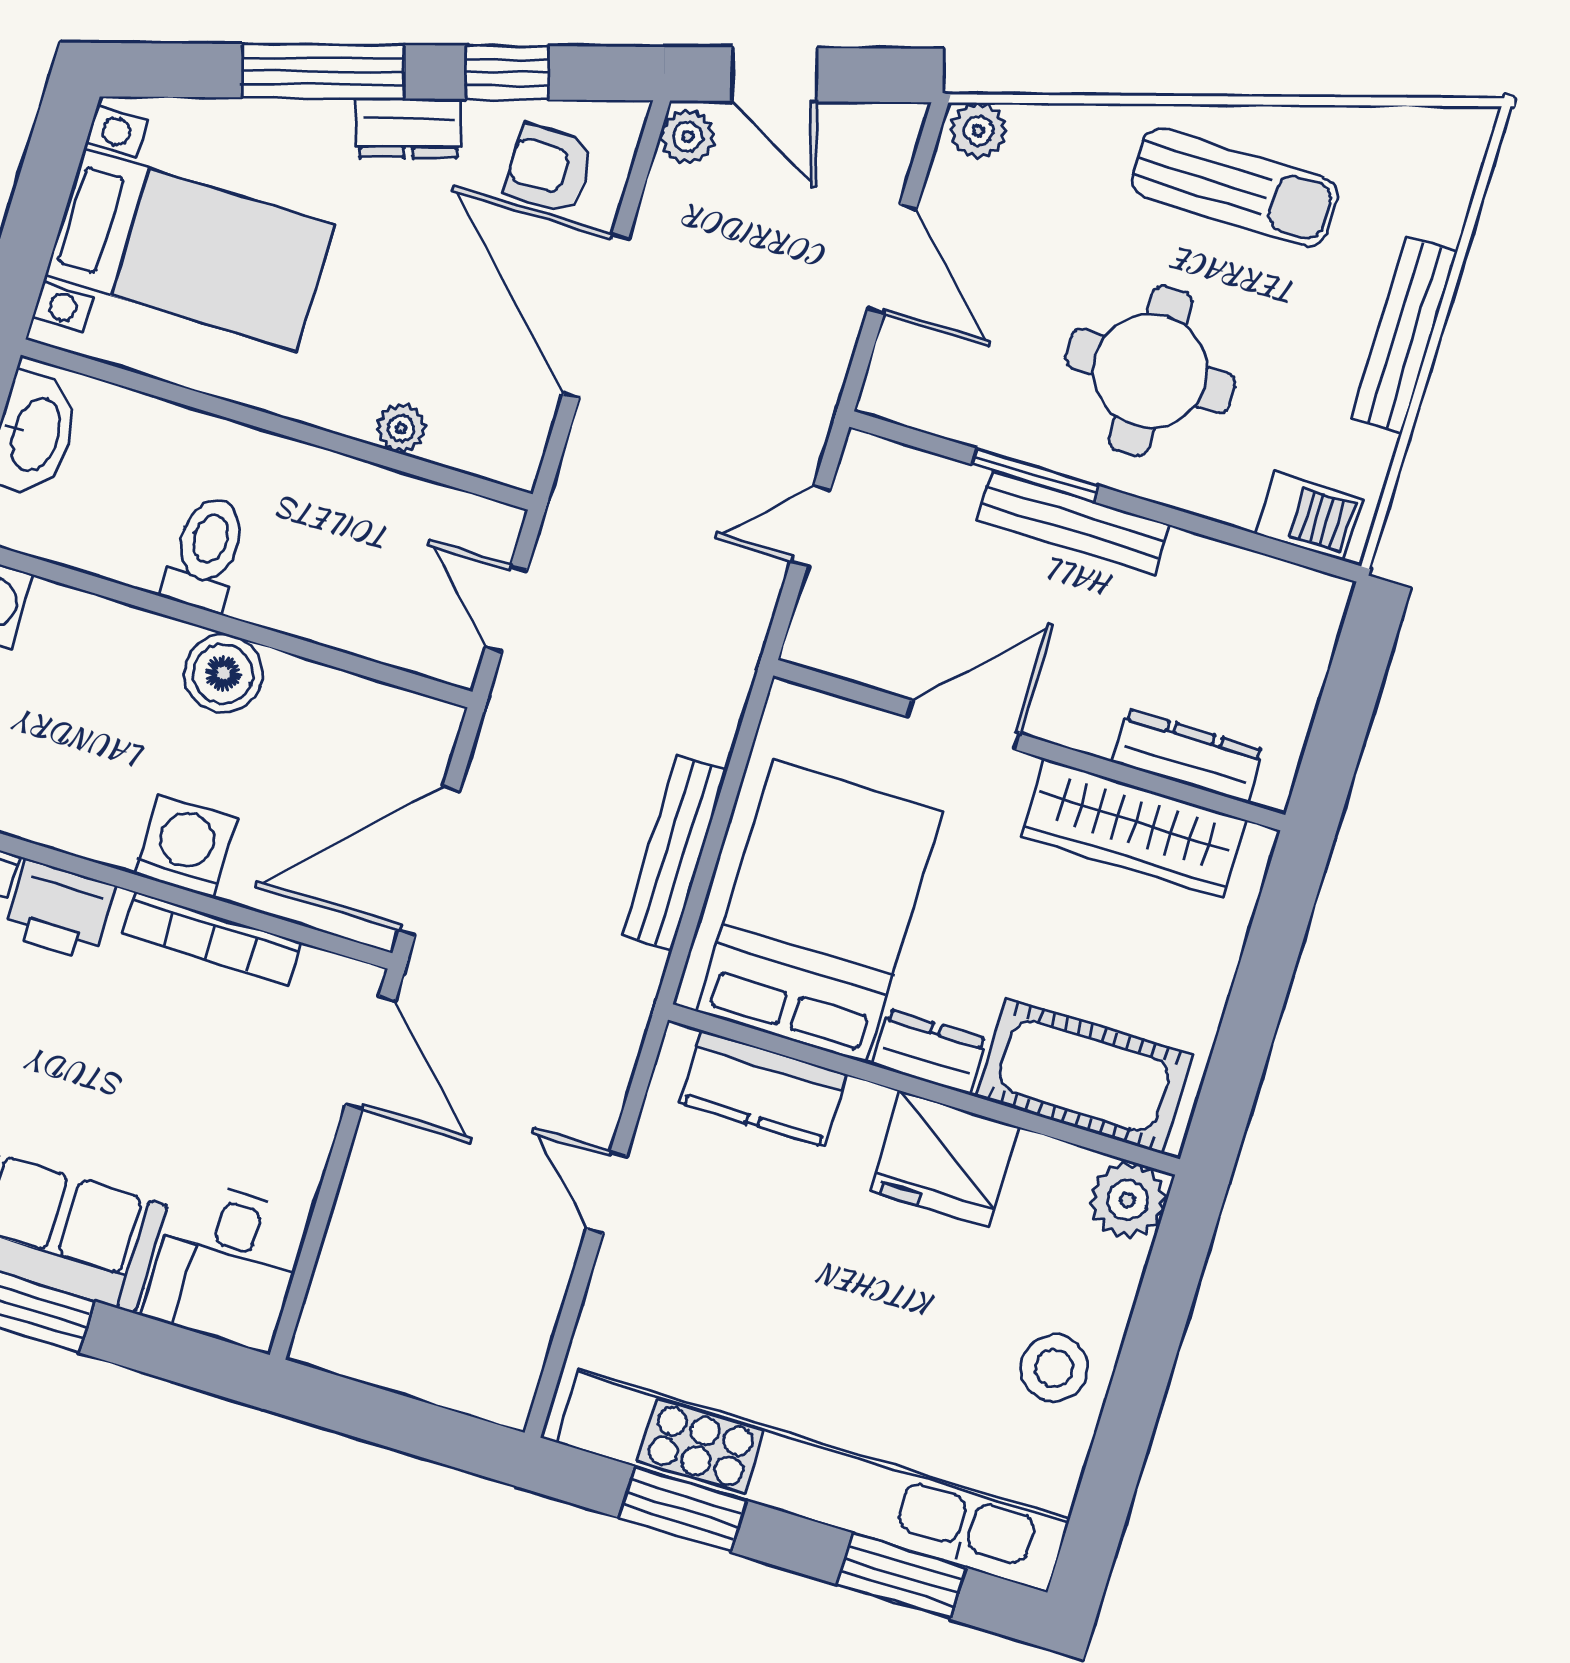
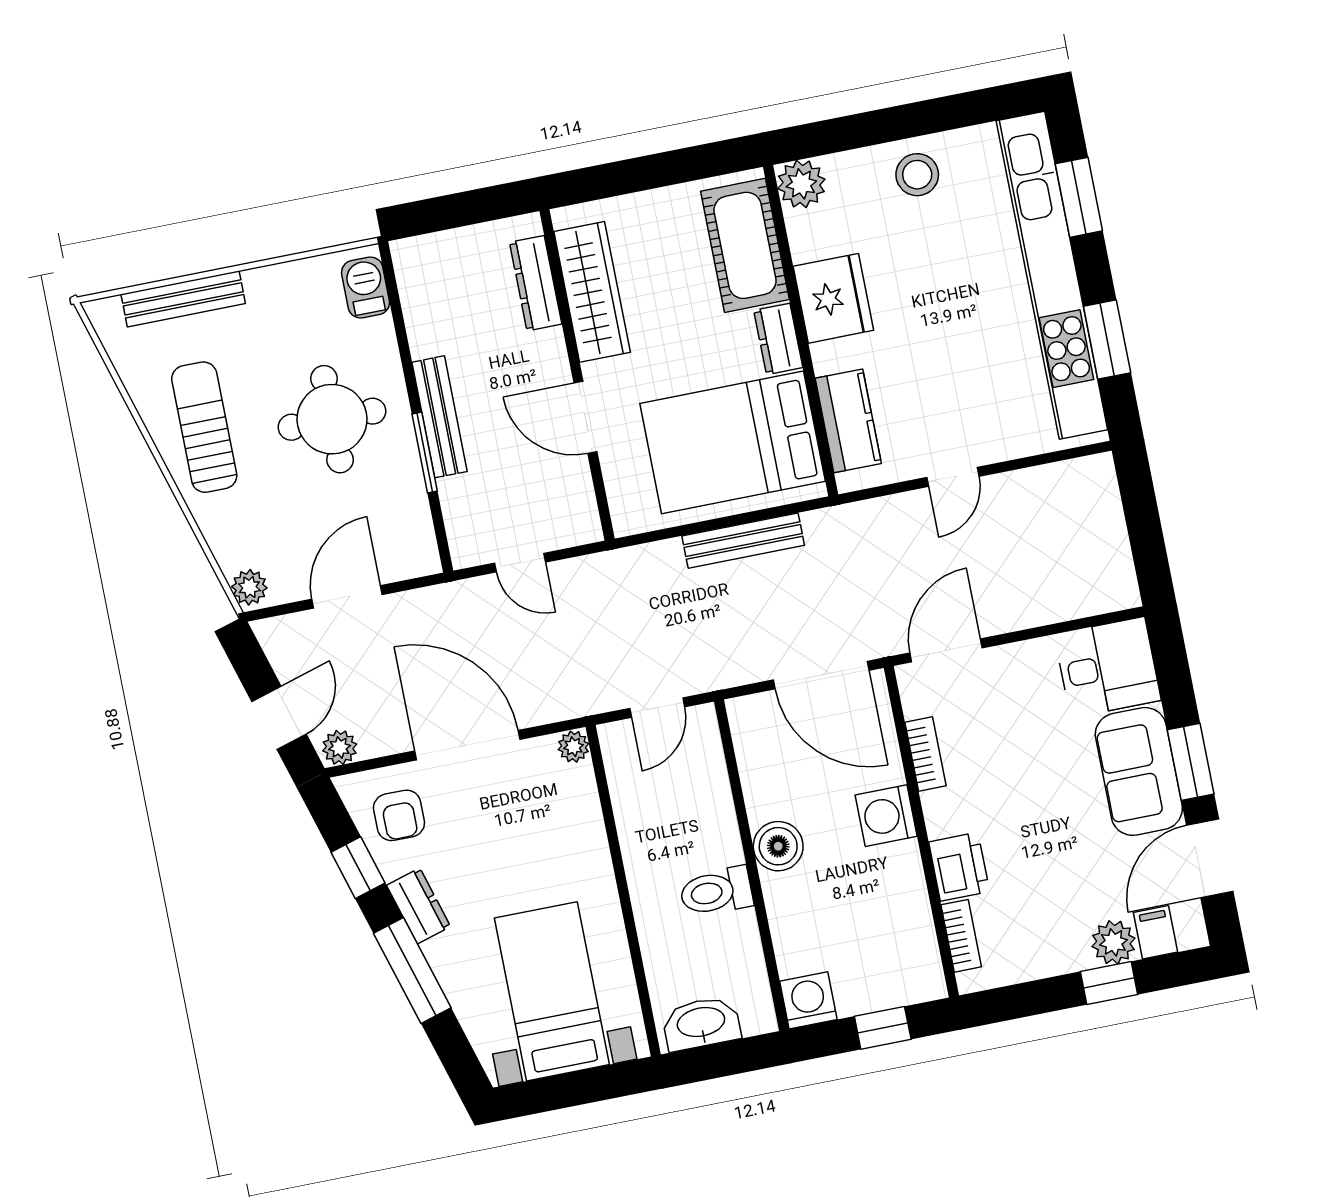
door: (596, 316) -> (467, 745), swing flipped
bench: (1404, 336) -> (183, 299), moved
plant: (401, 428) -> (574, 747), moved
bookcase: (212, 938) -> (925, 754), width x0.64

